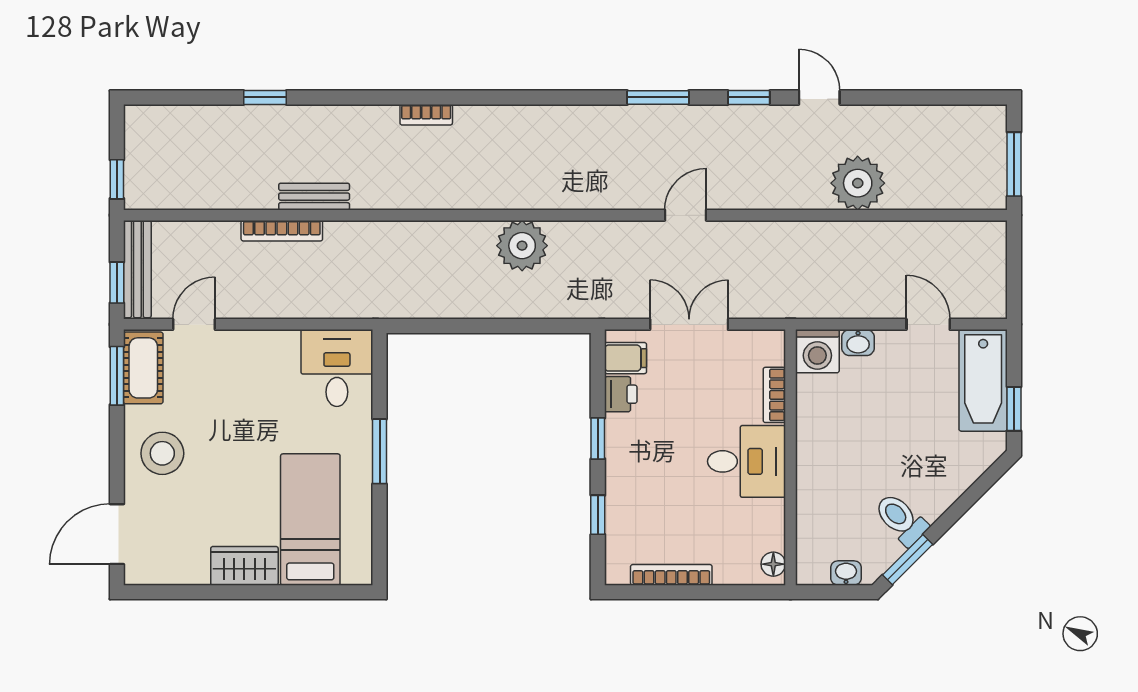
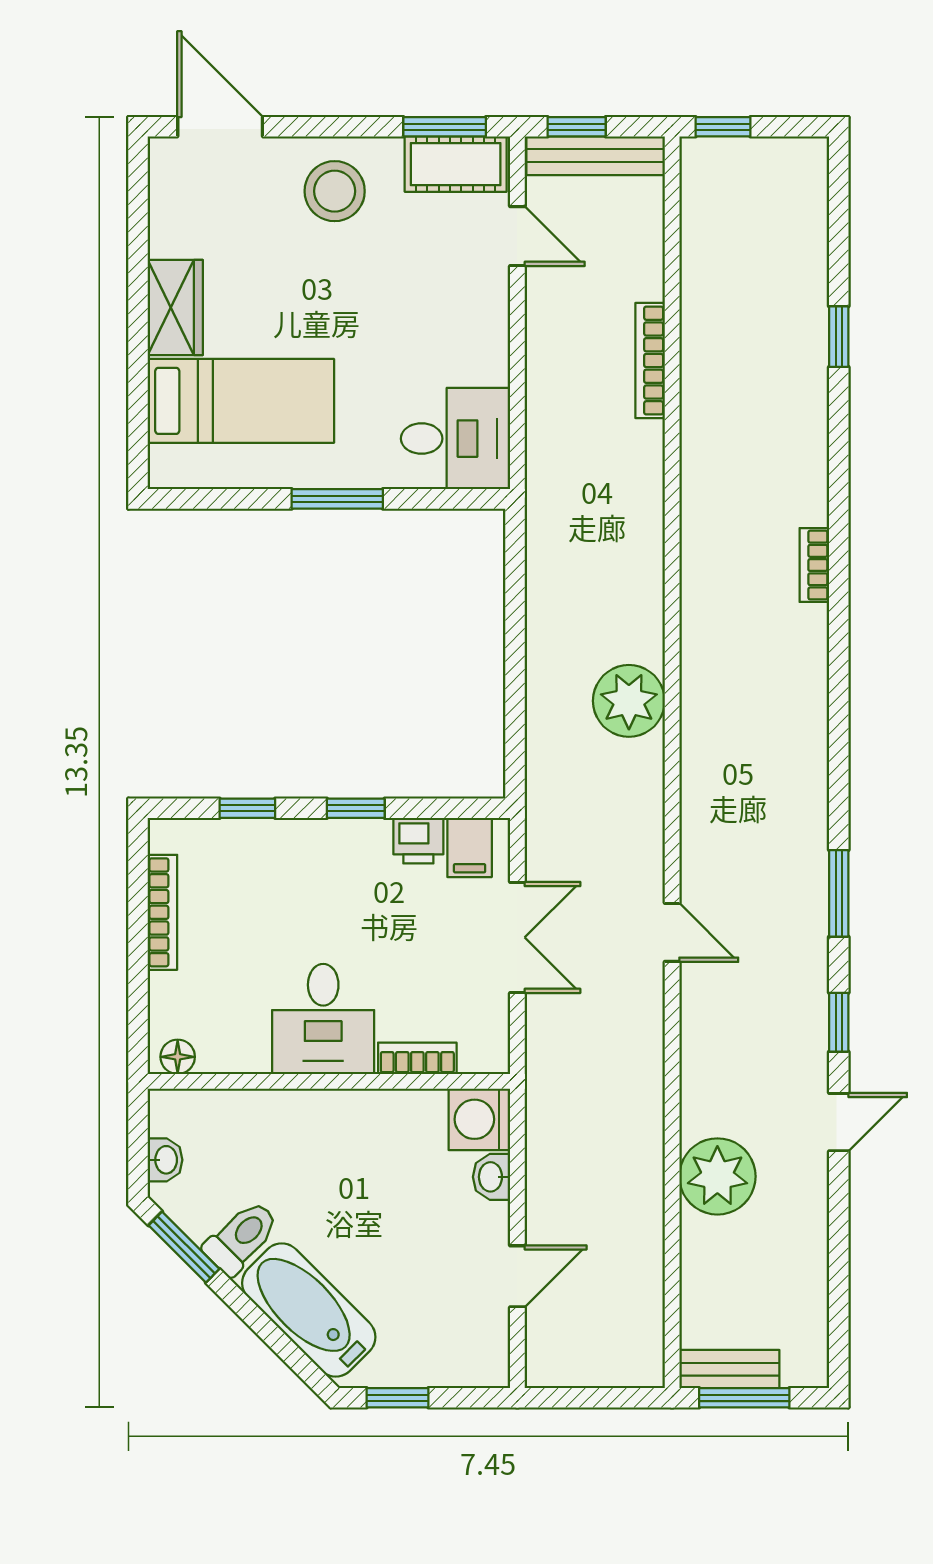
bench: (314, 197) -> (729, 1369), moved, turned 90
bathtub: (983, 380) -> (309, 1310), moved, turned 45

